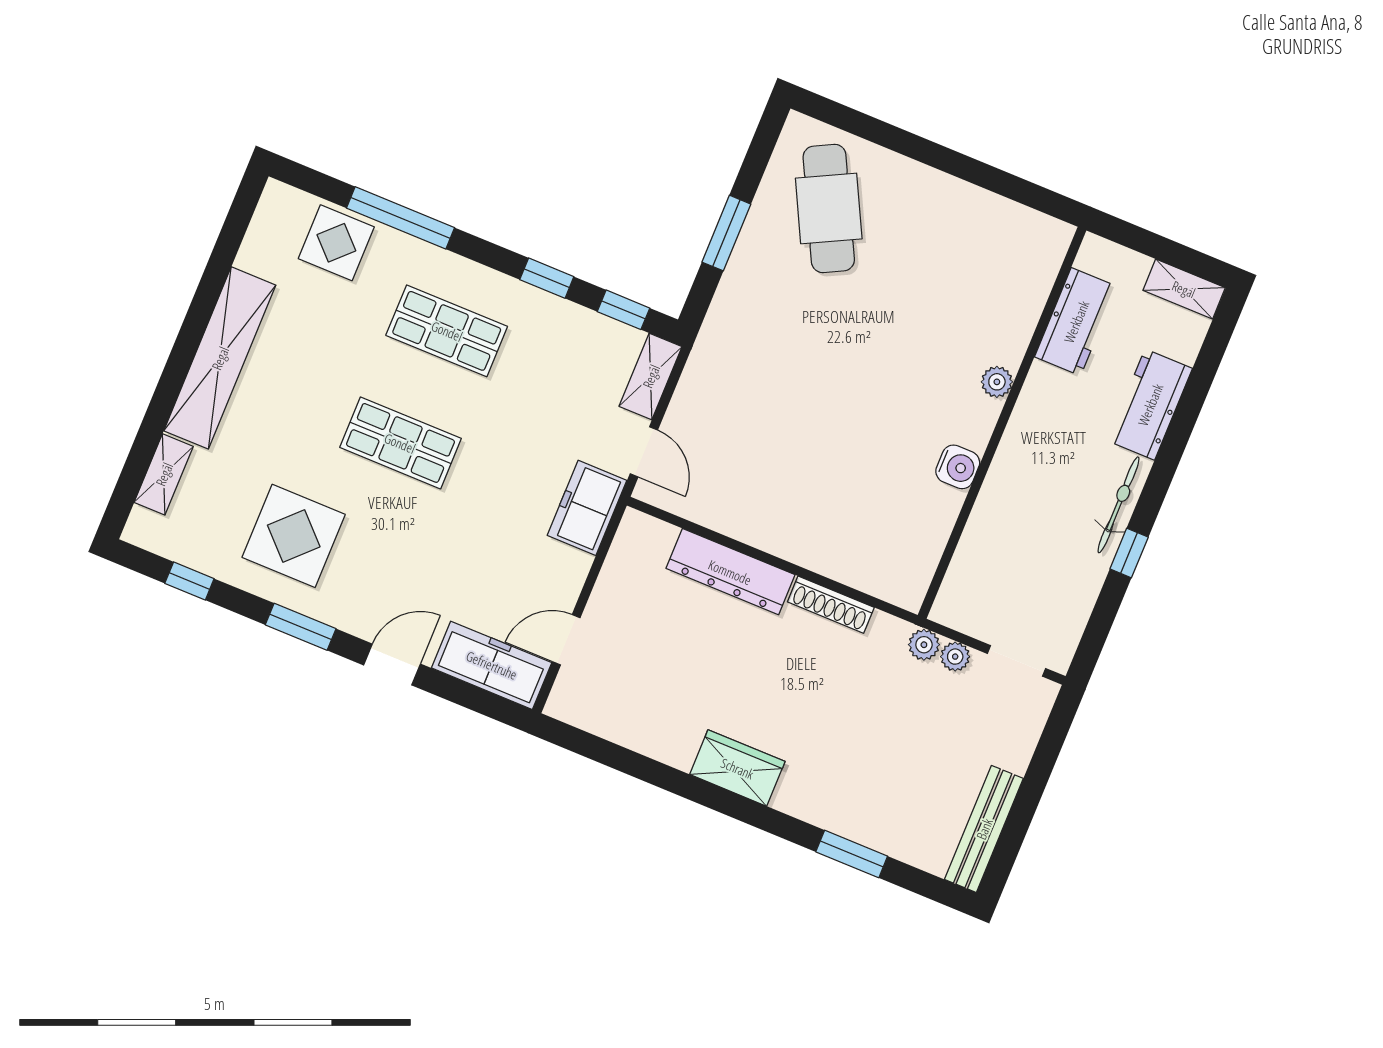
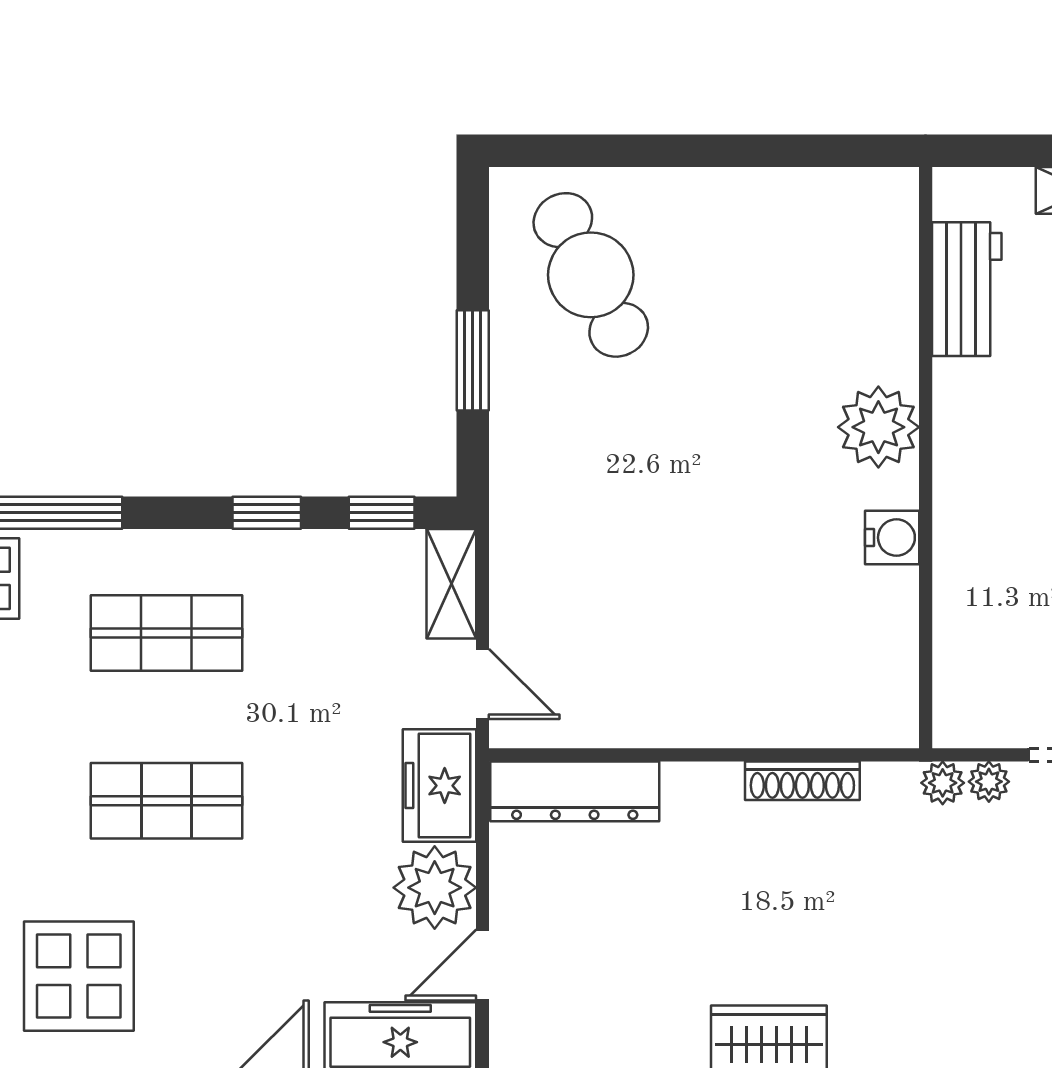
plant: (997, 382) -> (878, 427), width x1.87, depth x1.87
dresser: (730, 572) -> (575, 791), moved
plant: (556, 575) -> (435, 888), added

